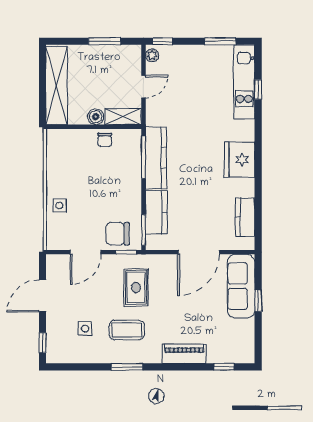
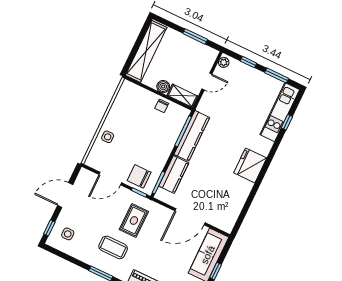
window: (162, 41) -> (248, 62), moved
kitchen counter: (245, 217) -> (235, 208), removed
side table: (85, 329) -> (68, 234), moved

